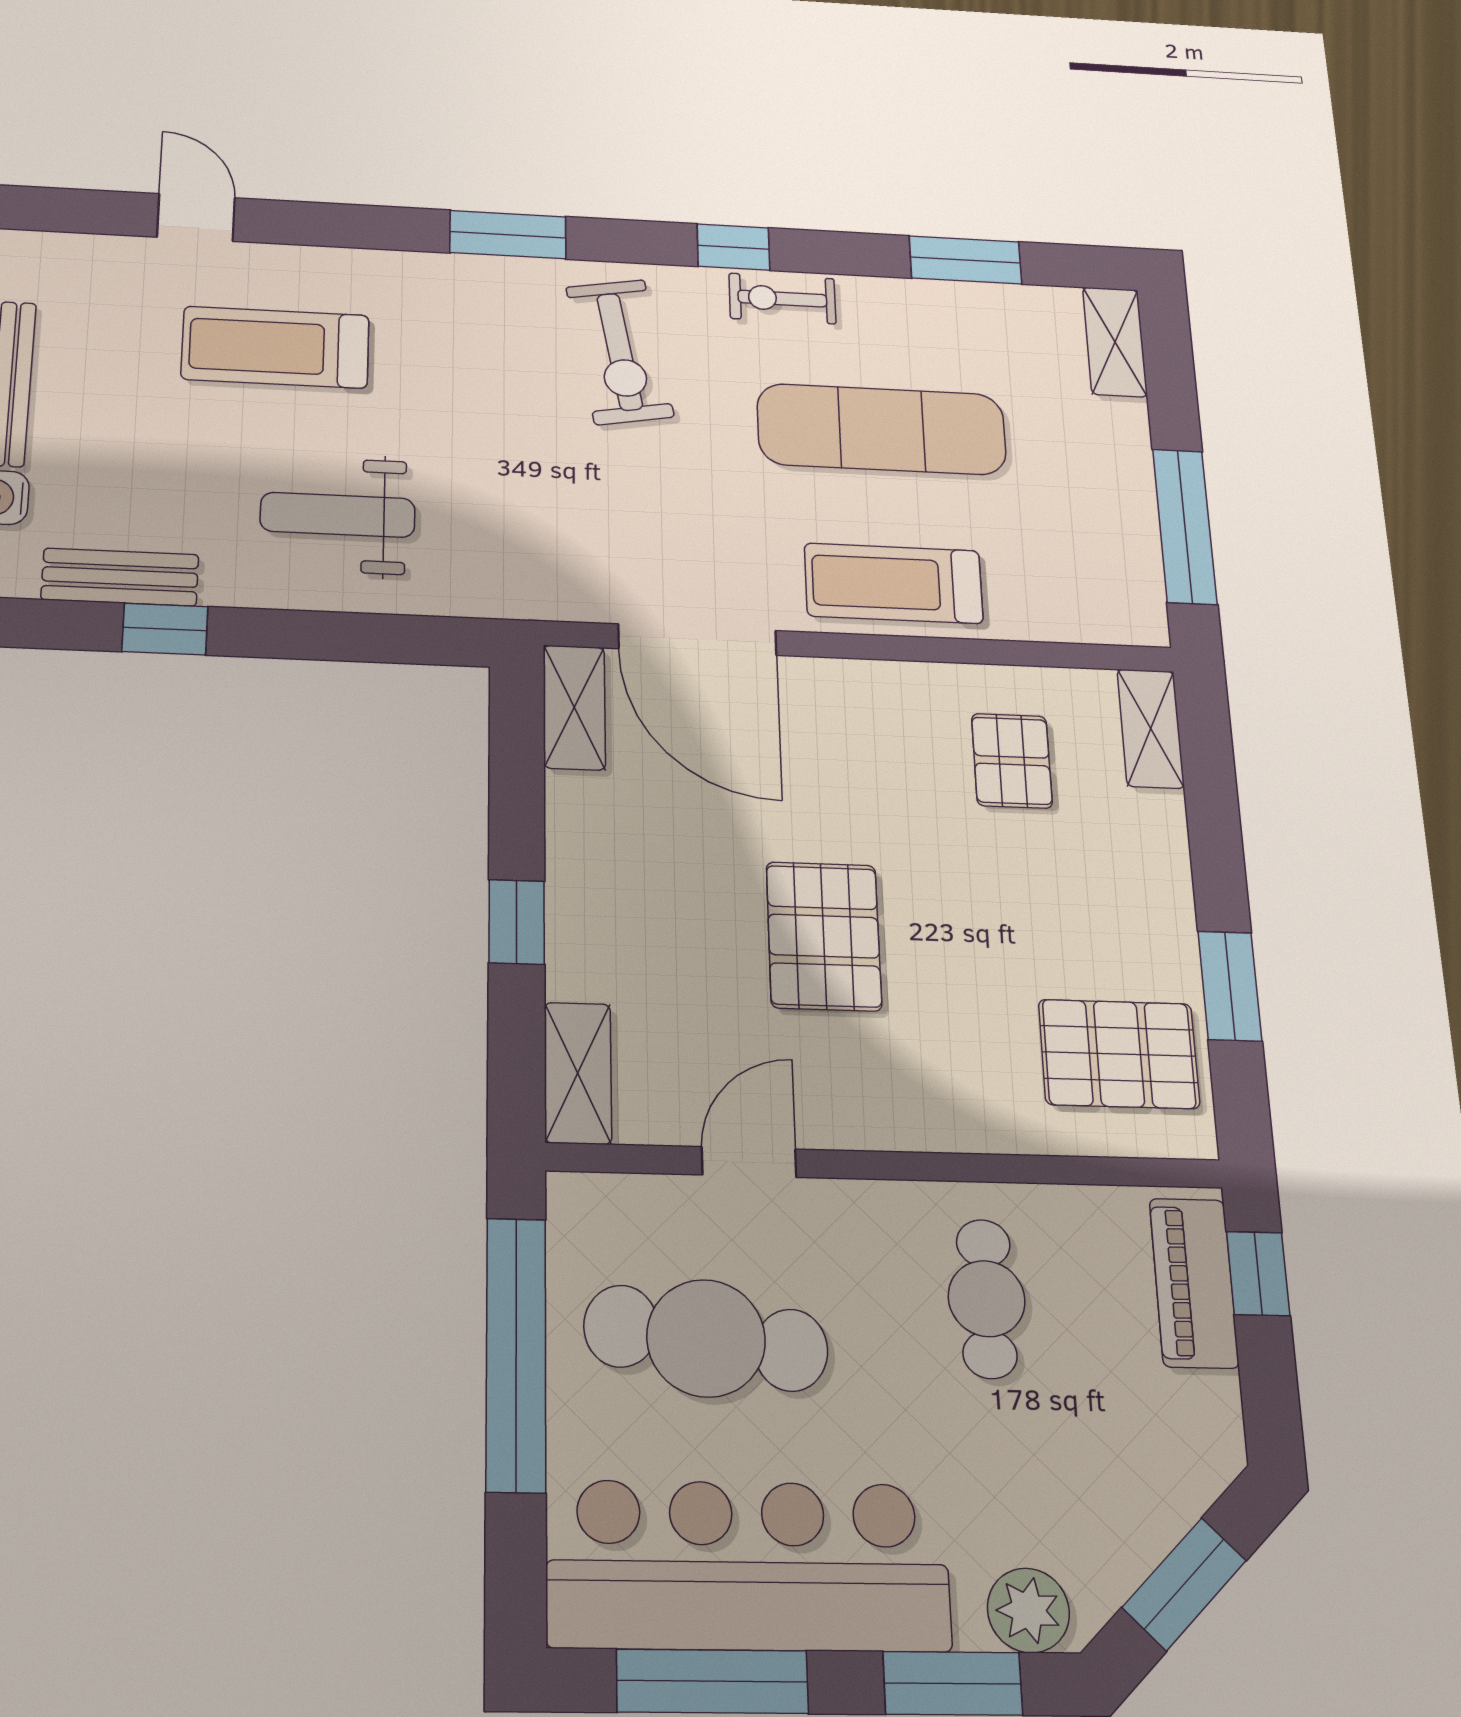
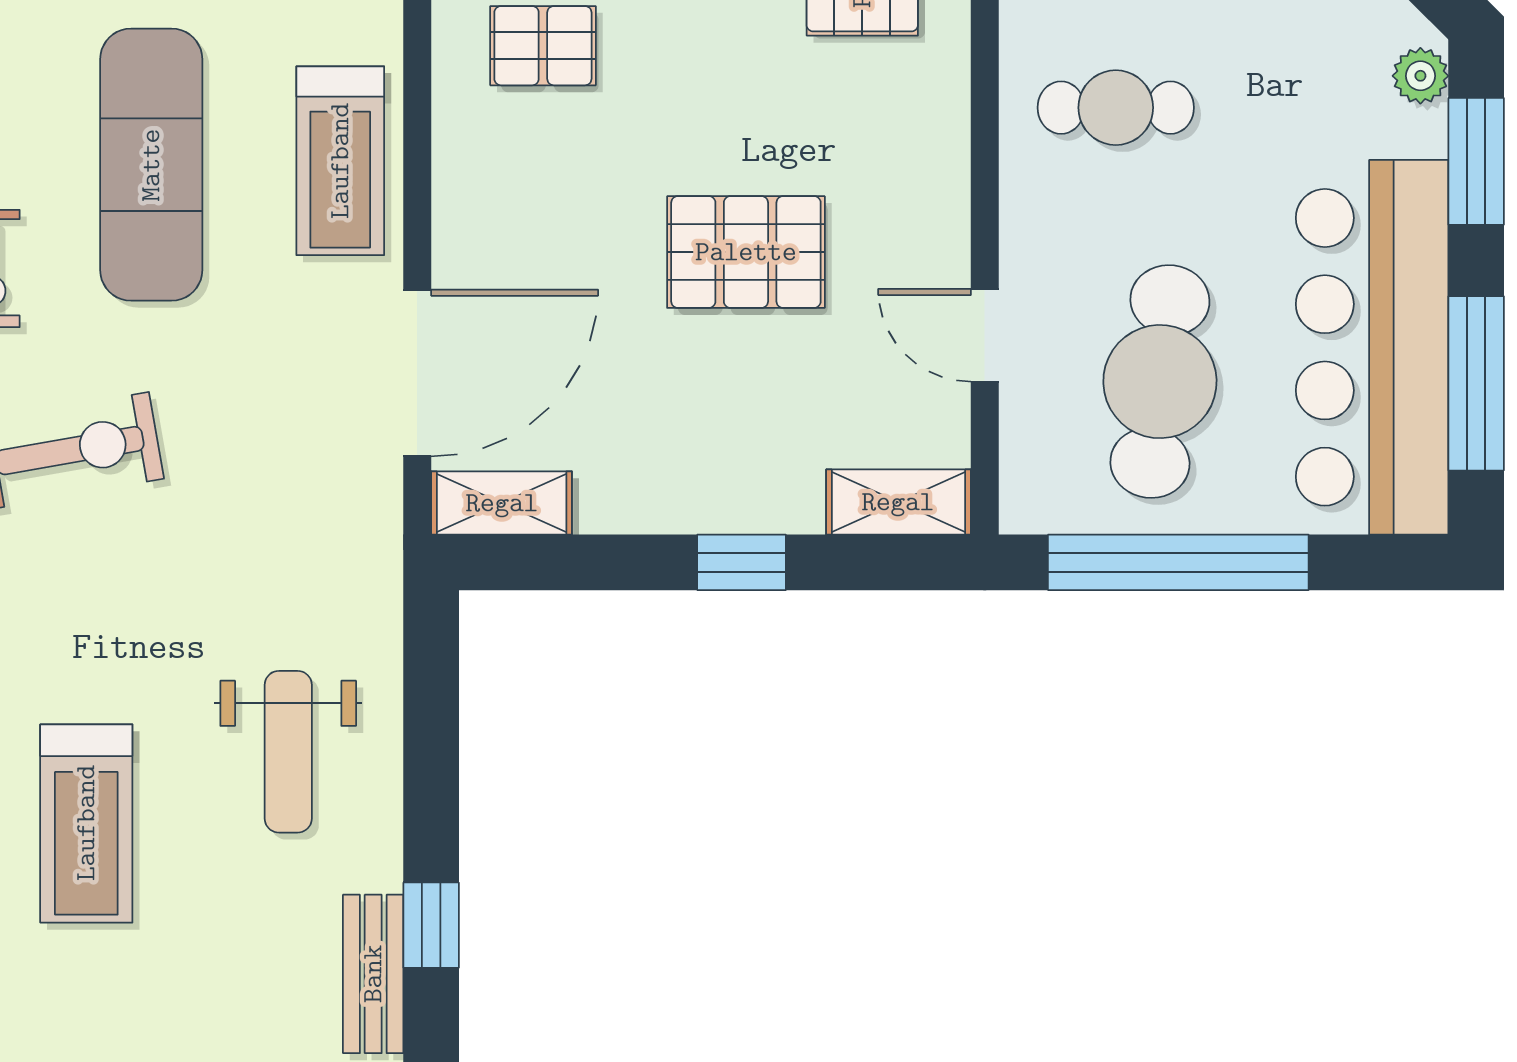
plant: (1028, 1610) -> (1420, 76), width x0.73, depth x0.73

